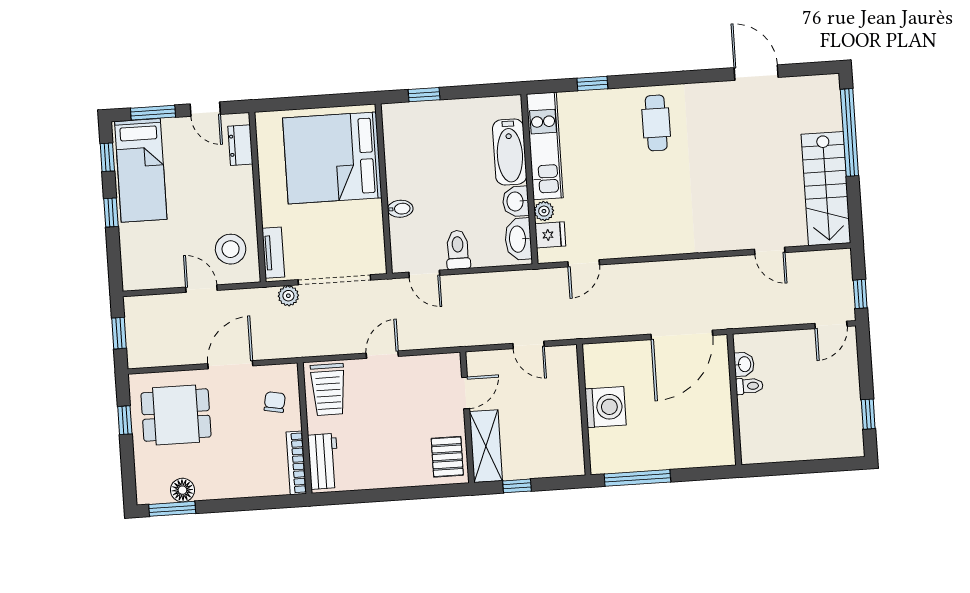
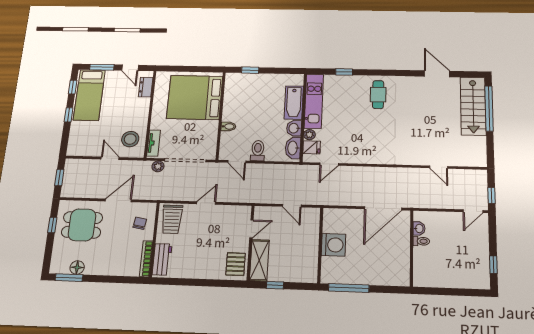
stairs: (826, 189) -> (473, 106), moved

